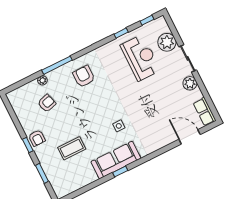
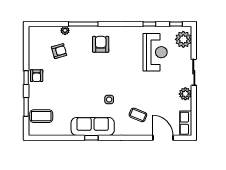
plant: (167, 42) -> (183, 39), moved
coffee table: (154, 127) -> (138, 115), added
coffee table: (72, 148) -> (41, 116), moved

